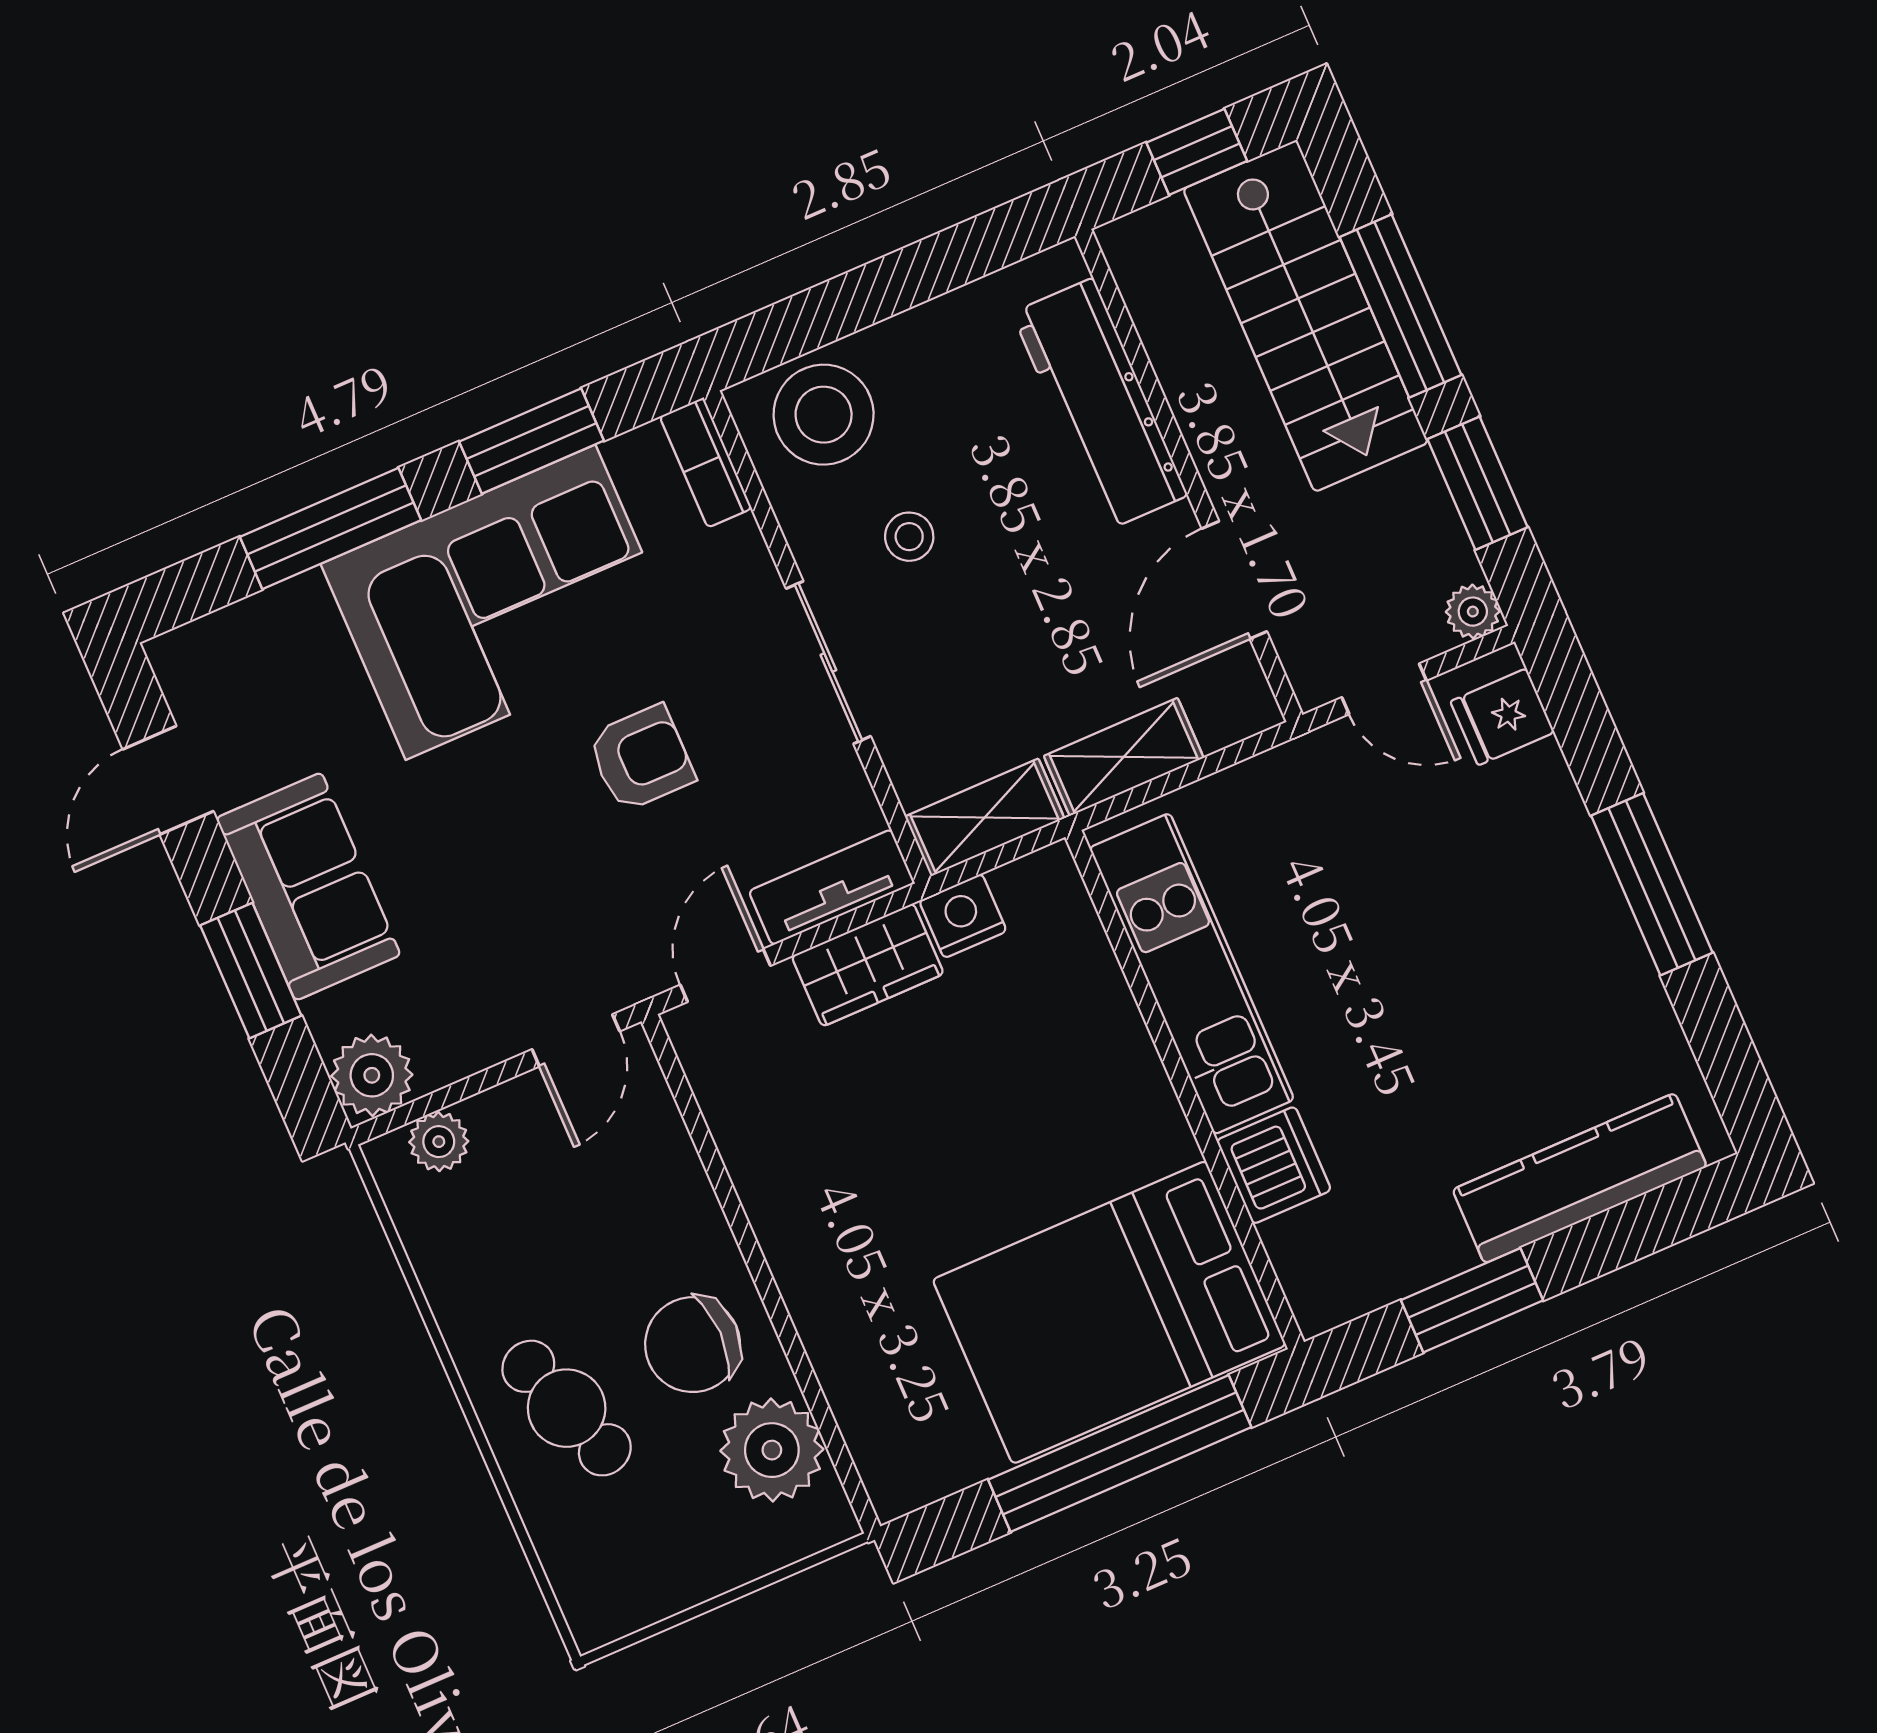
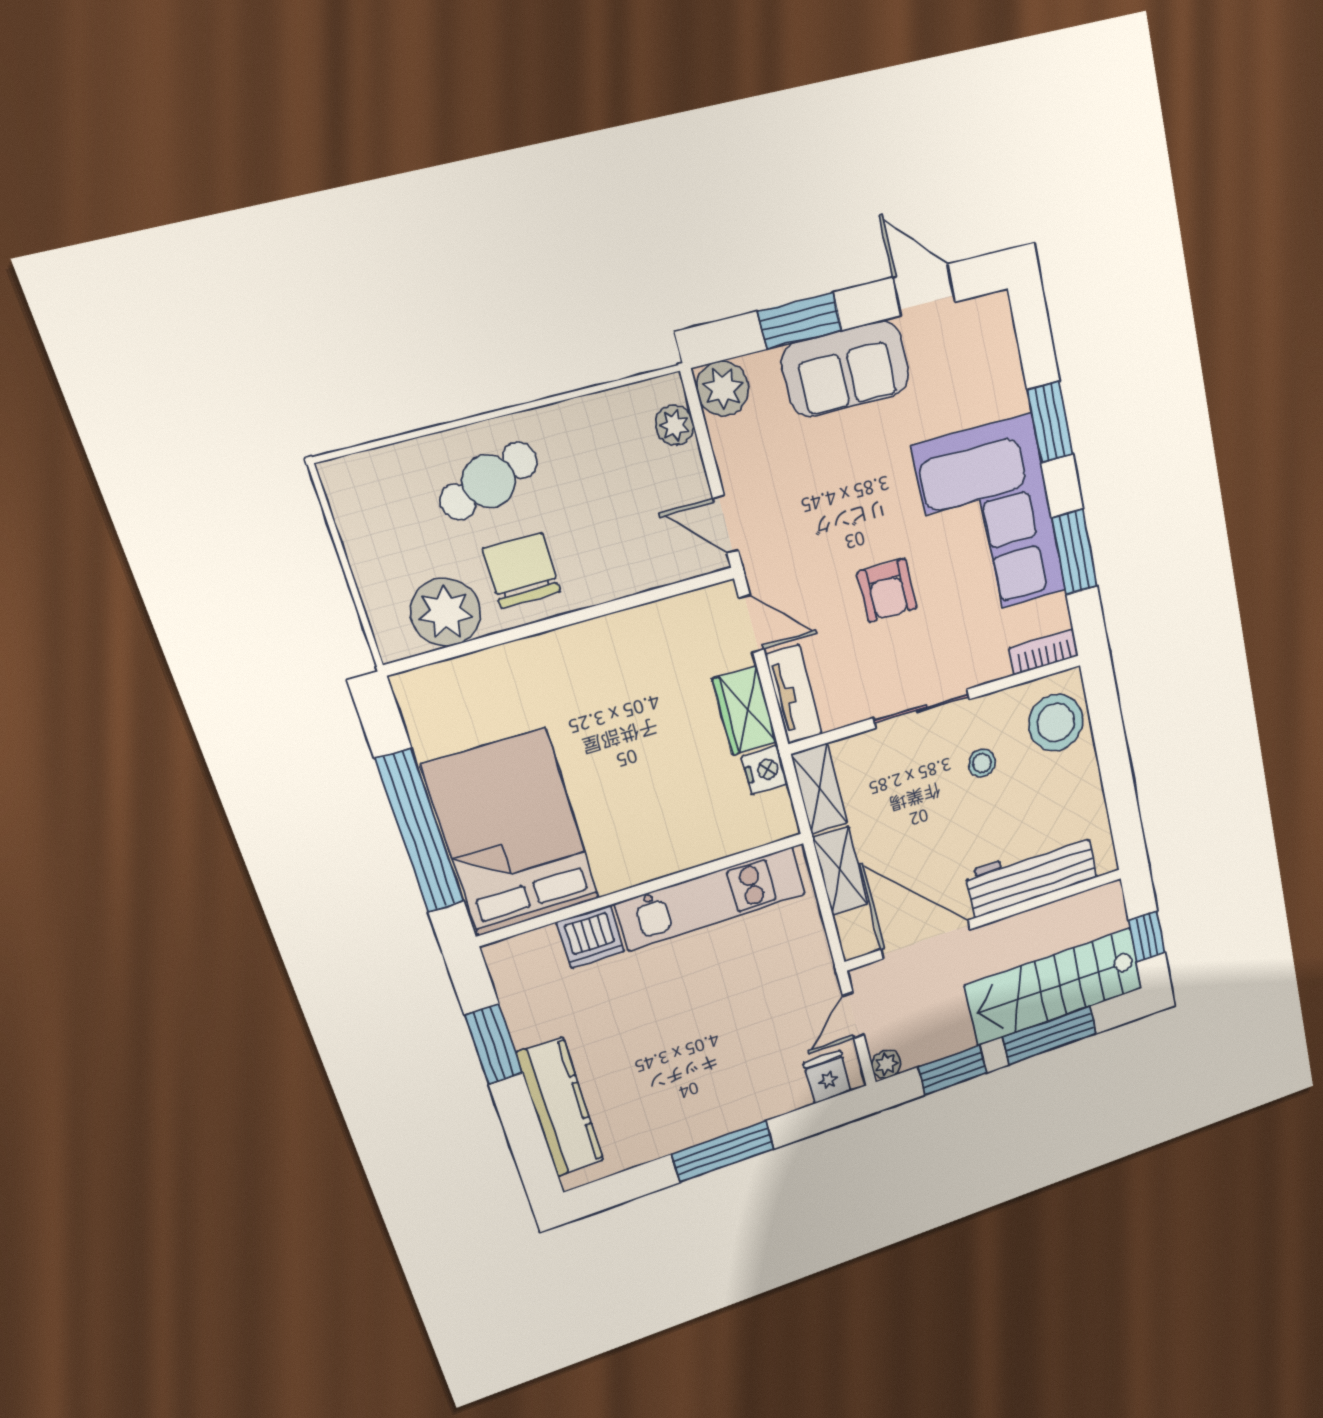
window: (330, 529) -> (1050, 422), width x0.69
door: (1234, 580) -> (926, 939), width x1.36

